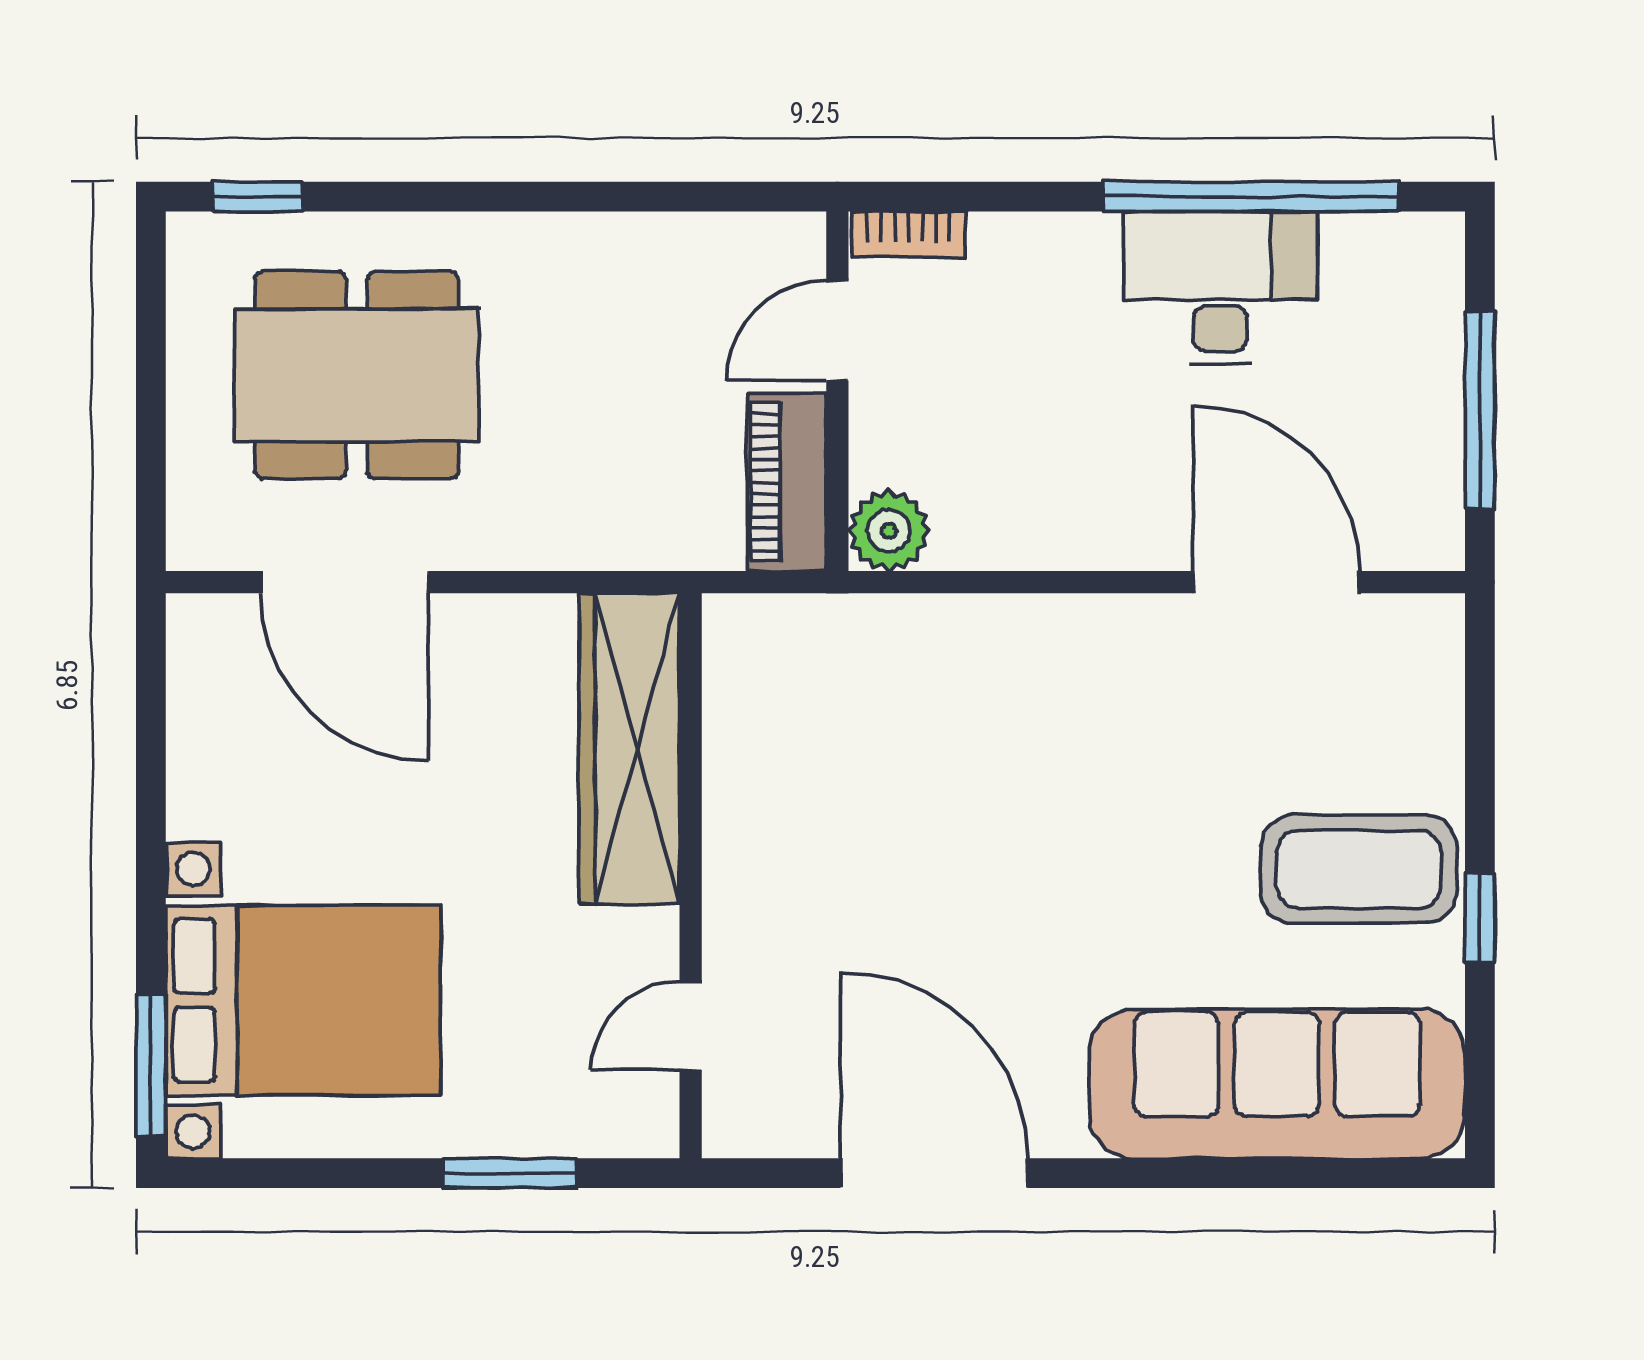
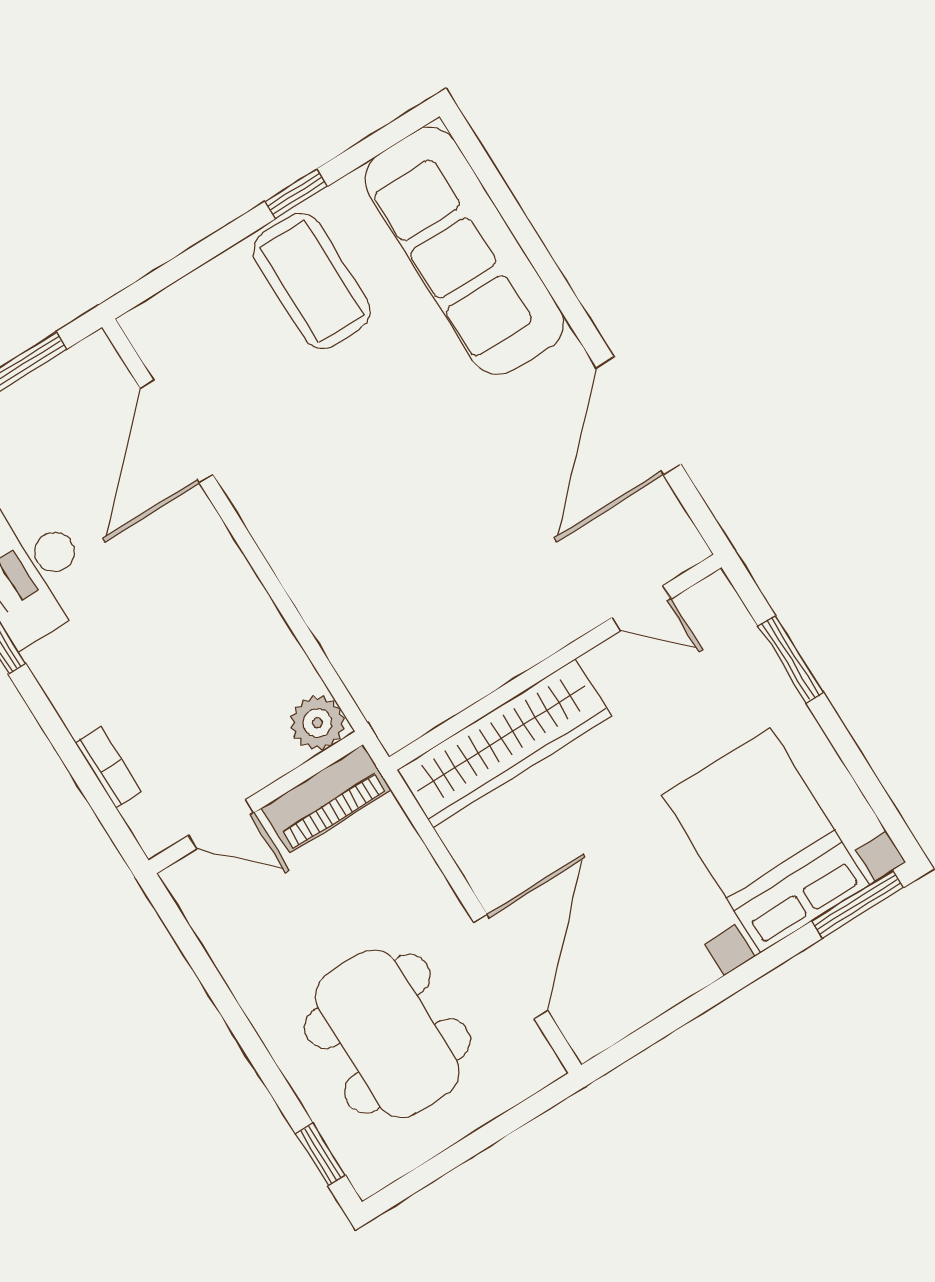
door: (837, 331) -> (221, 824), moved
wall: (837, 391) -> (256, 802), moved
piano: (787, 482) -> (326, 799), moved
plant: (889, 531) -> (317, 723), moved

